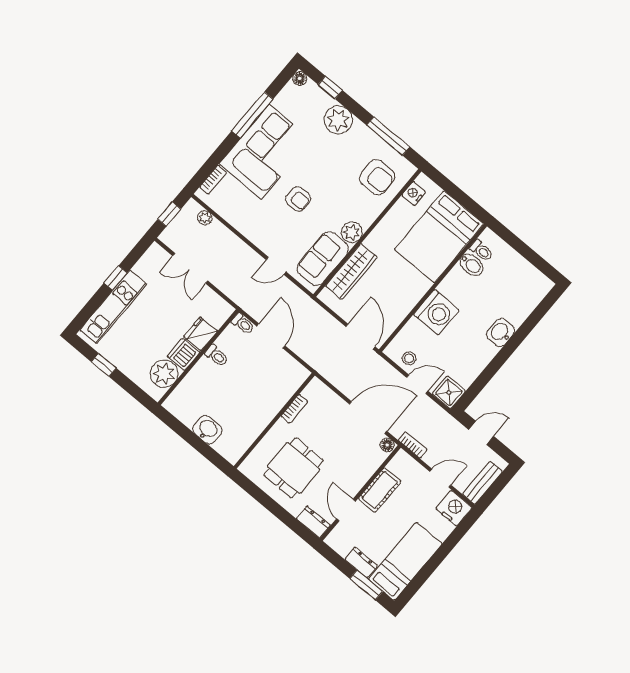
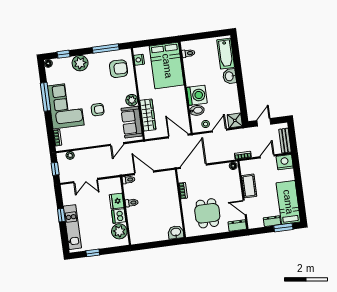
bidet: (472, 265) -> (197, 110), moved
bathtub: (526, 300) -> (226, 54), added
door: (368, 418) -> (193, 166), moved
washbasin: (207, 430) -> (176, 232), moved

